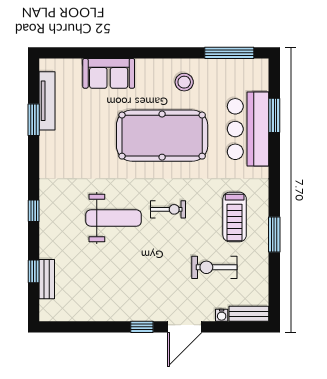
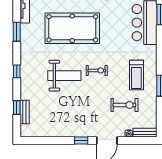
window: (34, 120) -> (17, 32), moved
pool table: (162, 136) -> (72, 28), moved
exercise bike: (214, 267) -> (124, 105), turned 180

